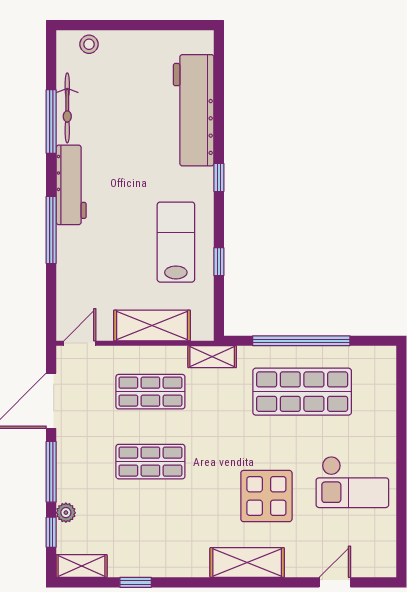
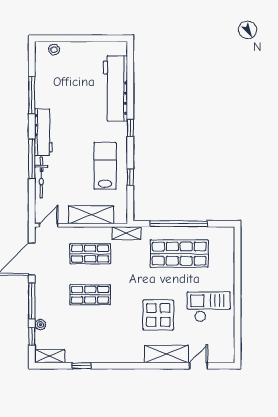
bicycle: (67, 108) -> (41, 177), moved
checkout: (352, 482) -> (209, 307), turned 180
shelving: (247, 563) -> (166, 354), moved

